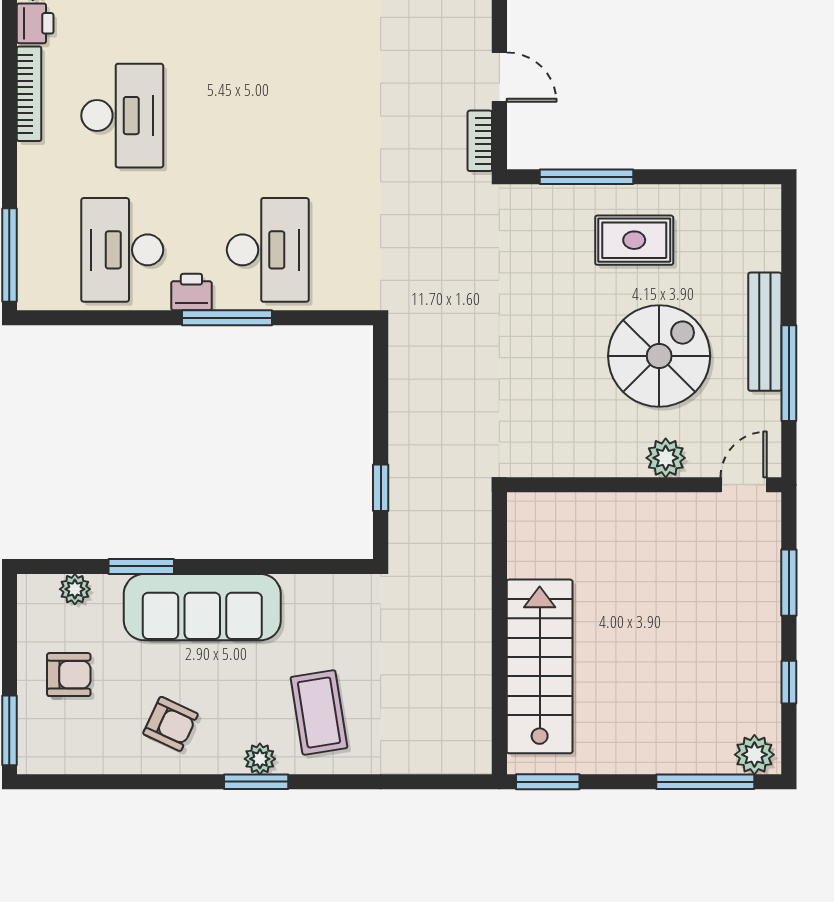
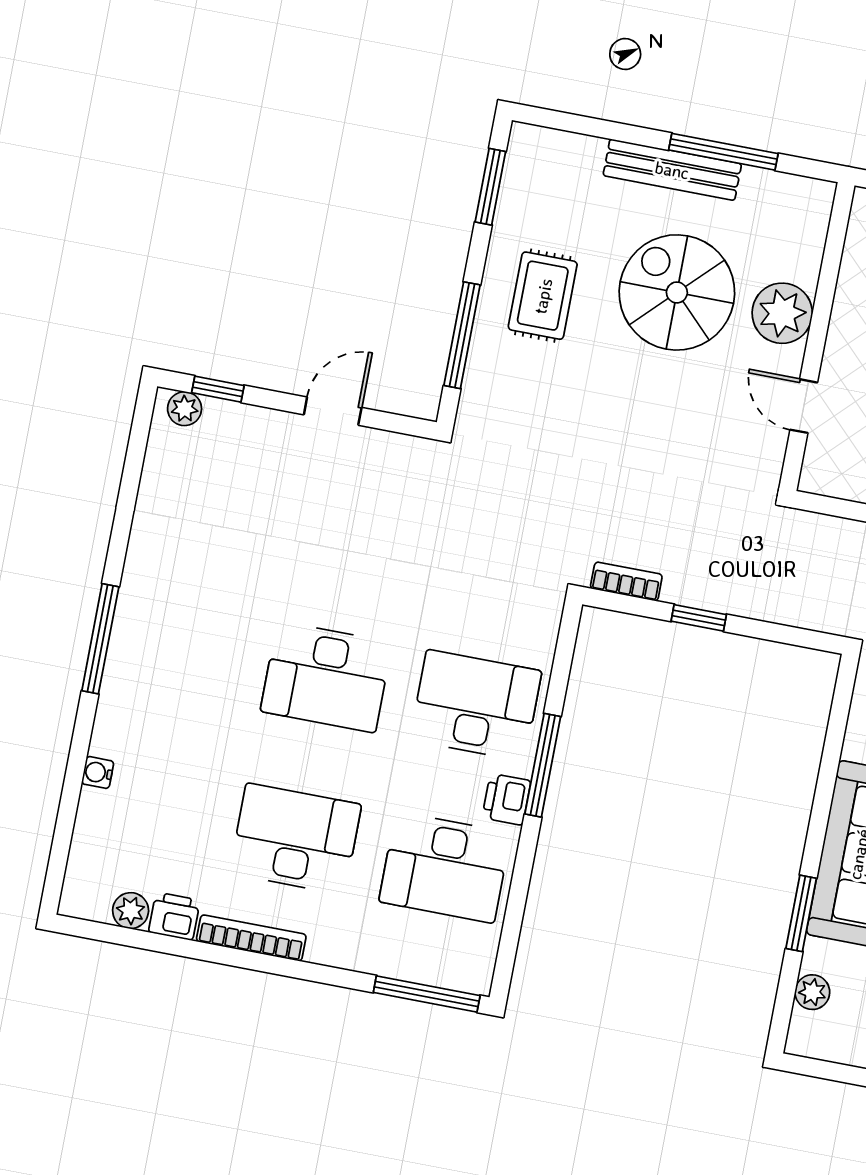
desk: (268, 116) -> (326, 677), added
bookcase: (480, 141) -> (626, 581), moved, turned 180
window: (720, 177) -> (490, 187), added
plant: (666, 458) -> (782, 313), width x1.36, depth x1.36
door: (744, 485) -> (804, 406), moved
window: (381, 488) -> (699, 618), moved

